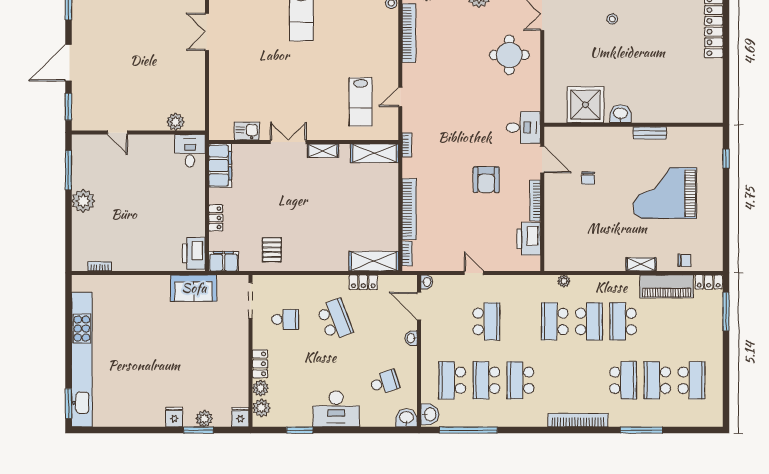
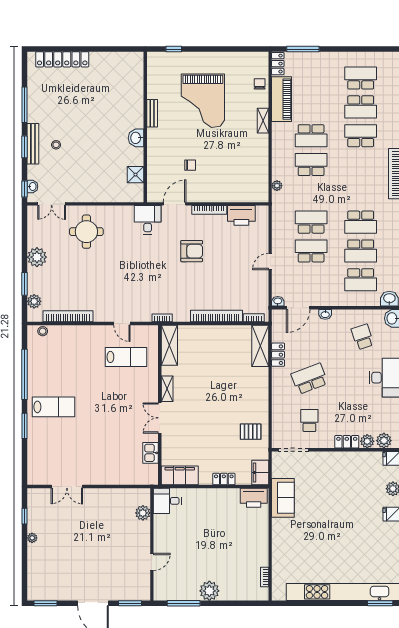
shower: (585, 105) -> (135, 175), width x0.54, depth x0.54
school desk: (555, 321) -> (311, 222), moved, turned 180

